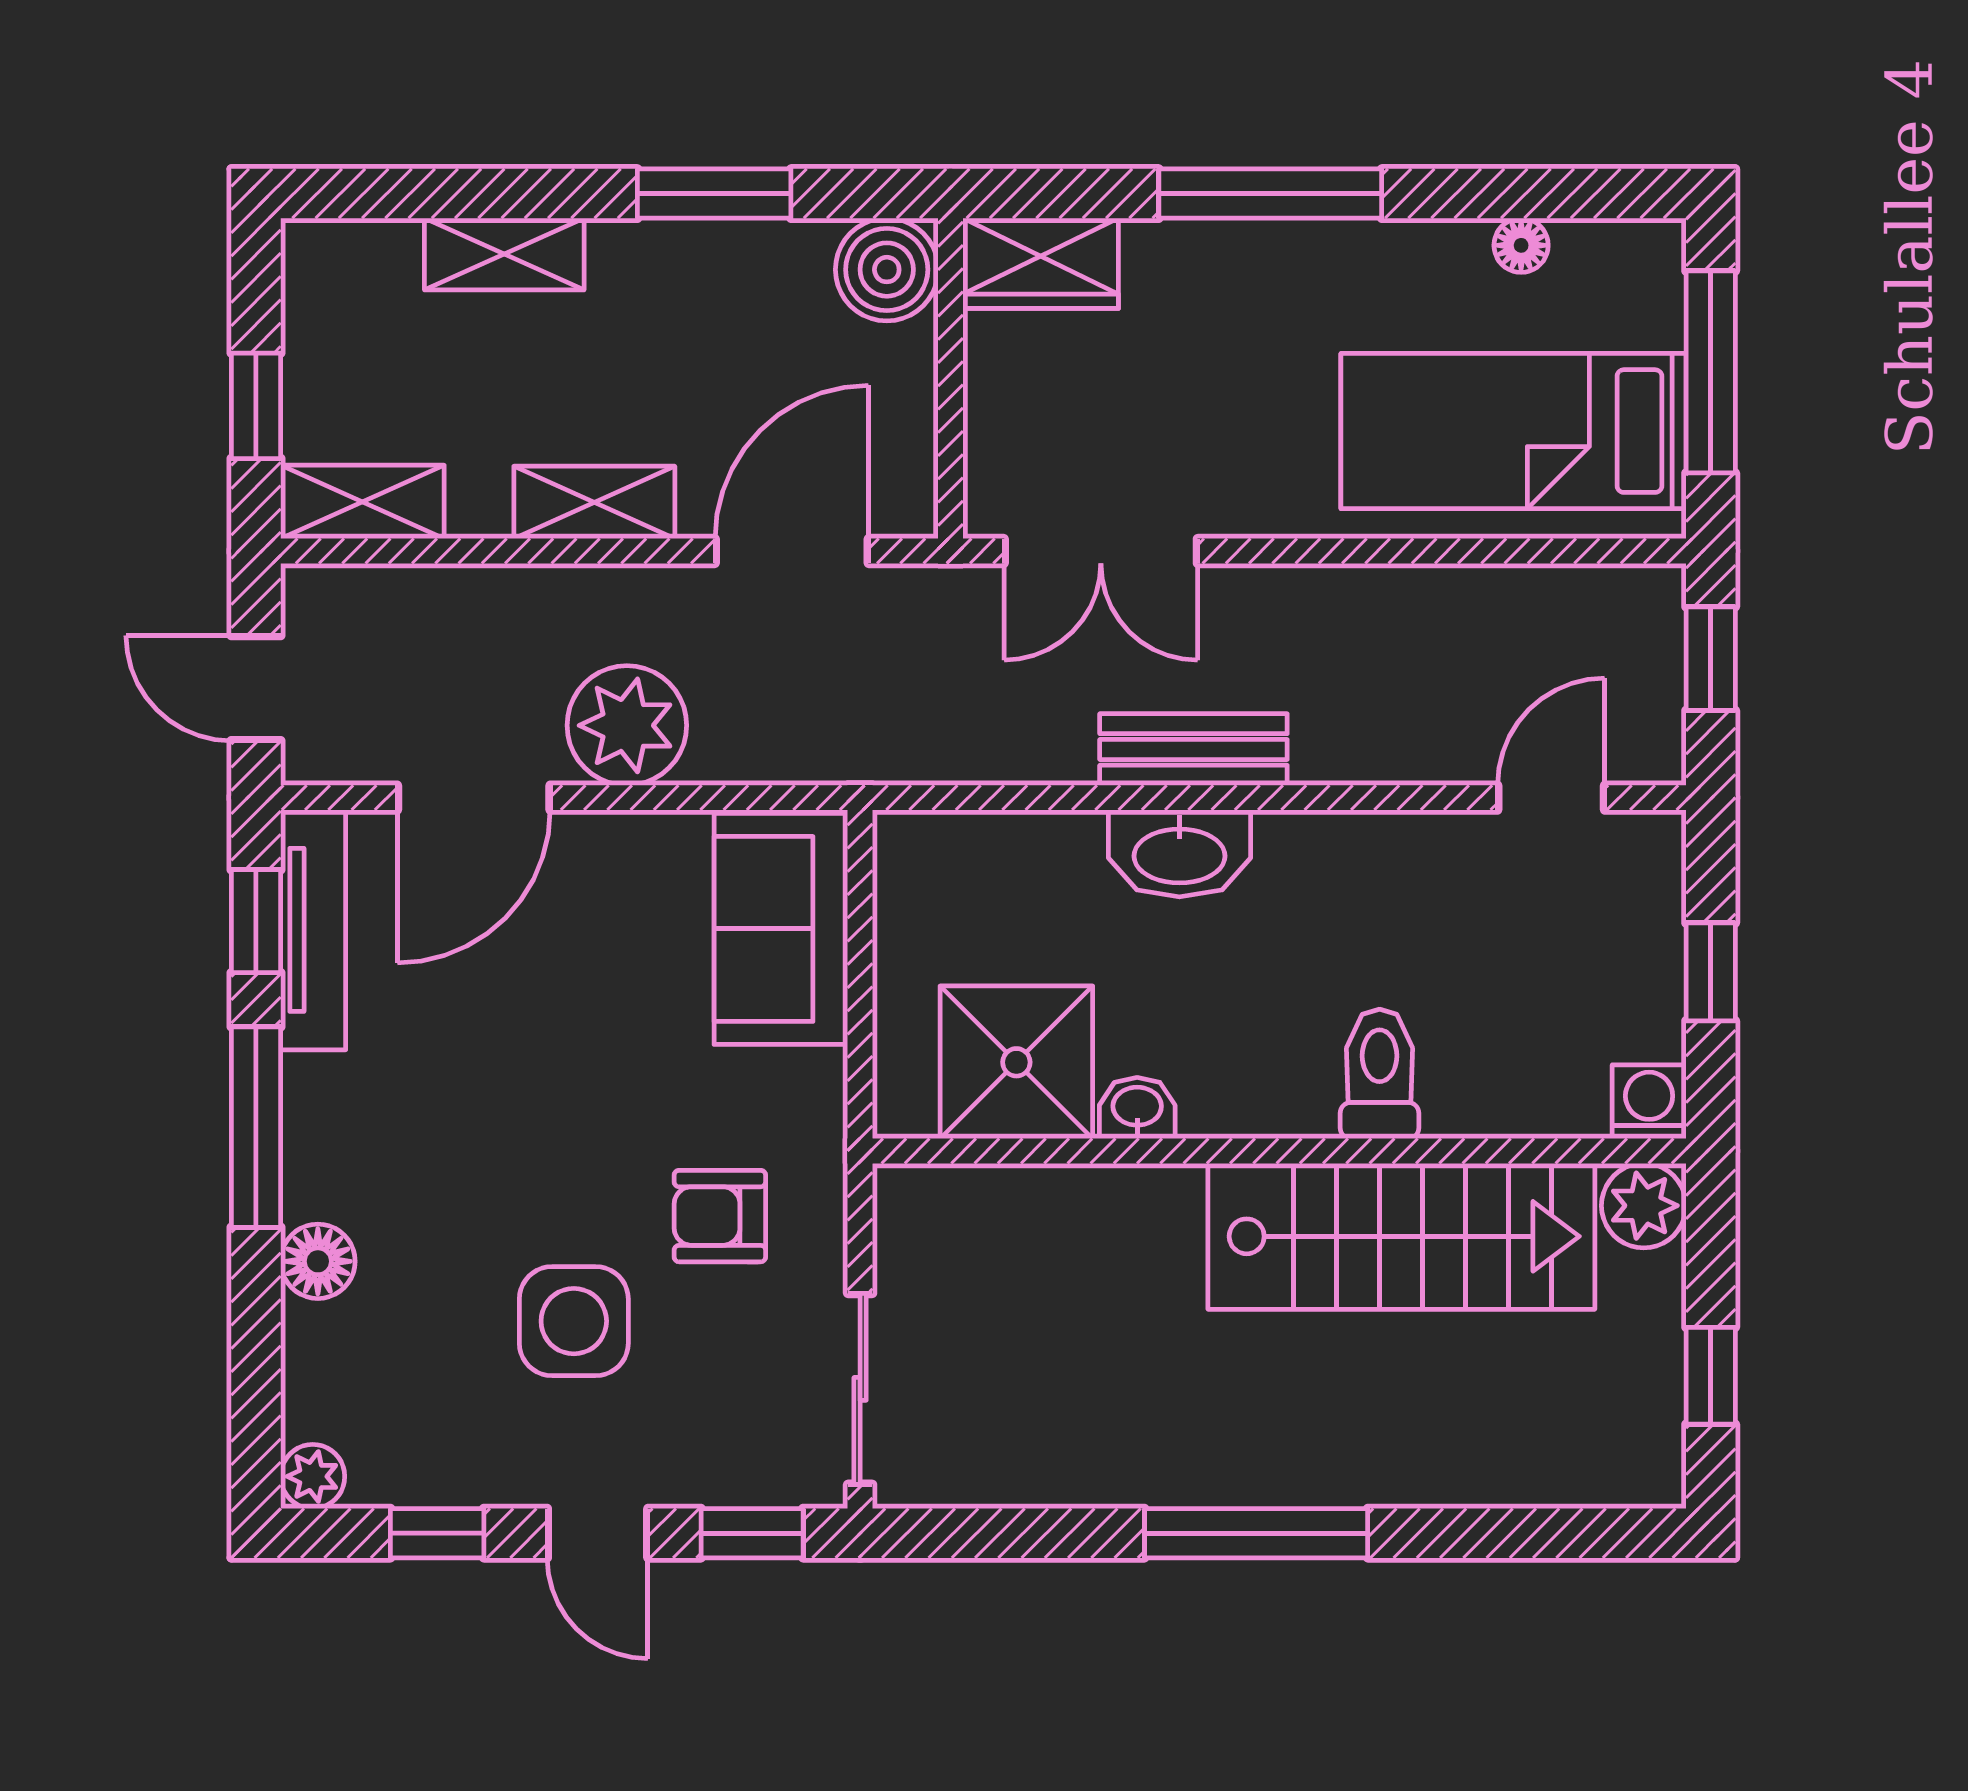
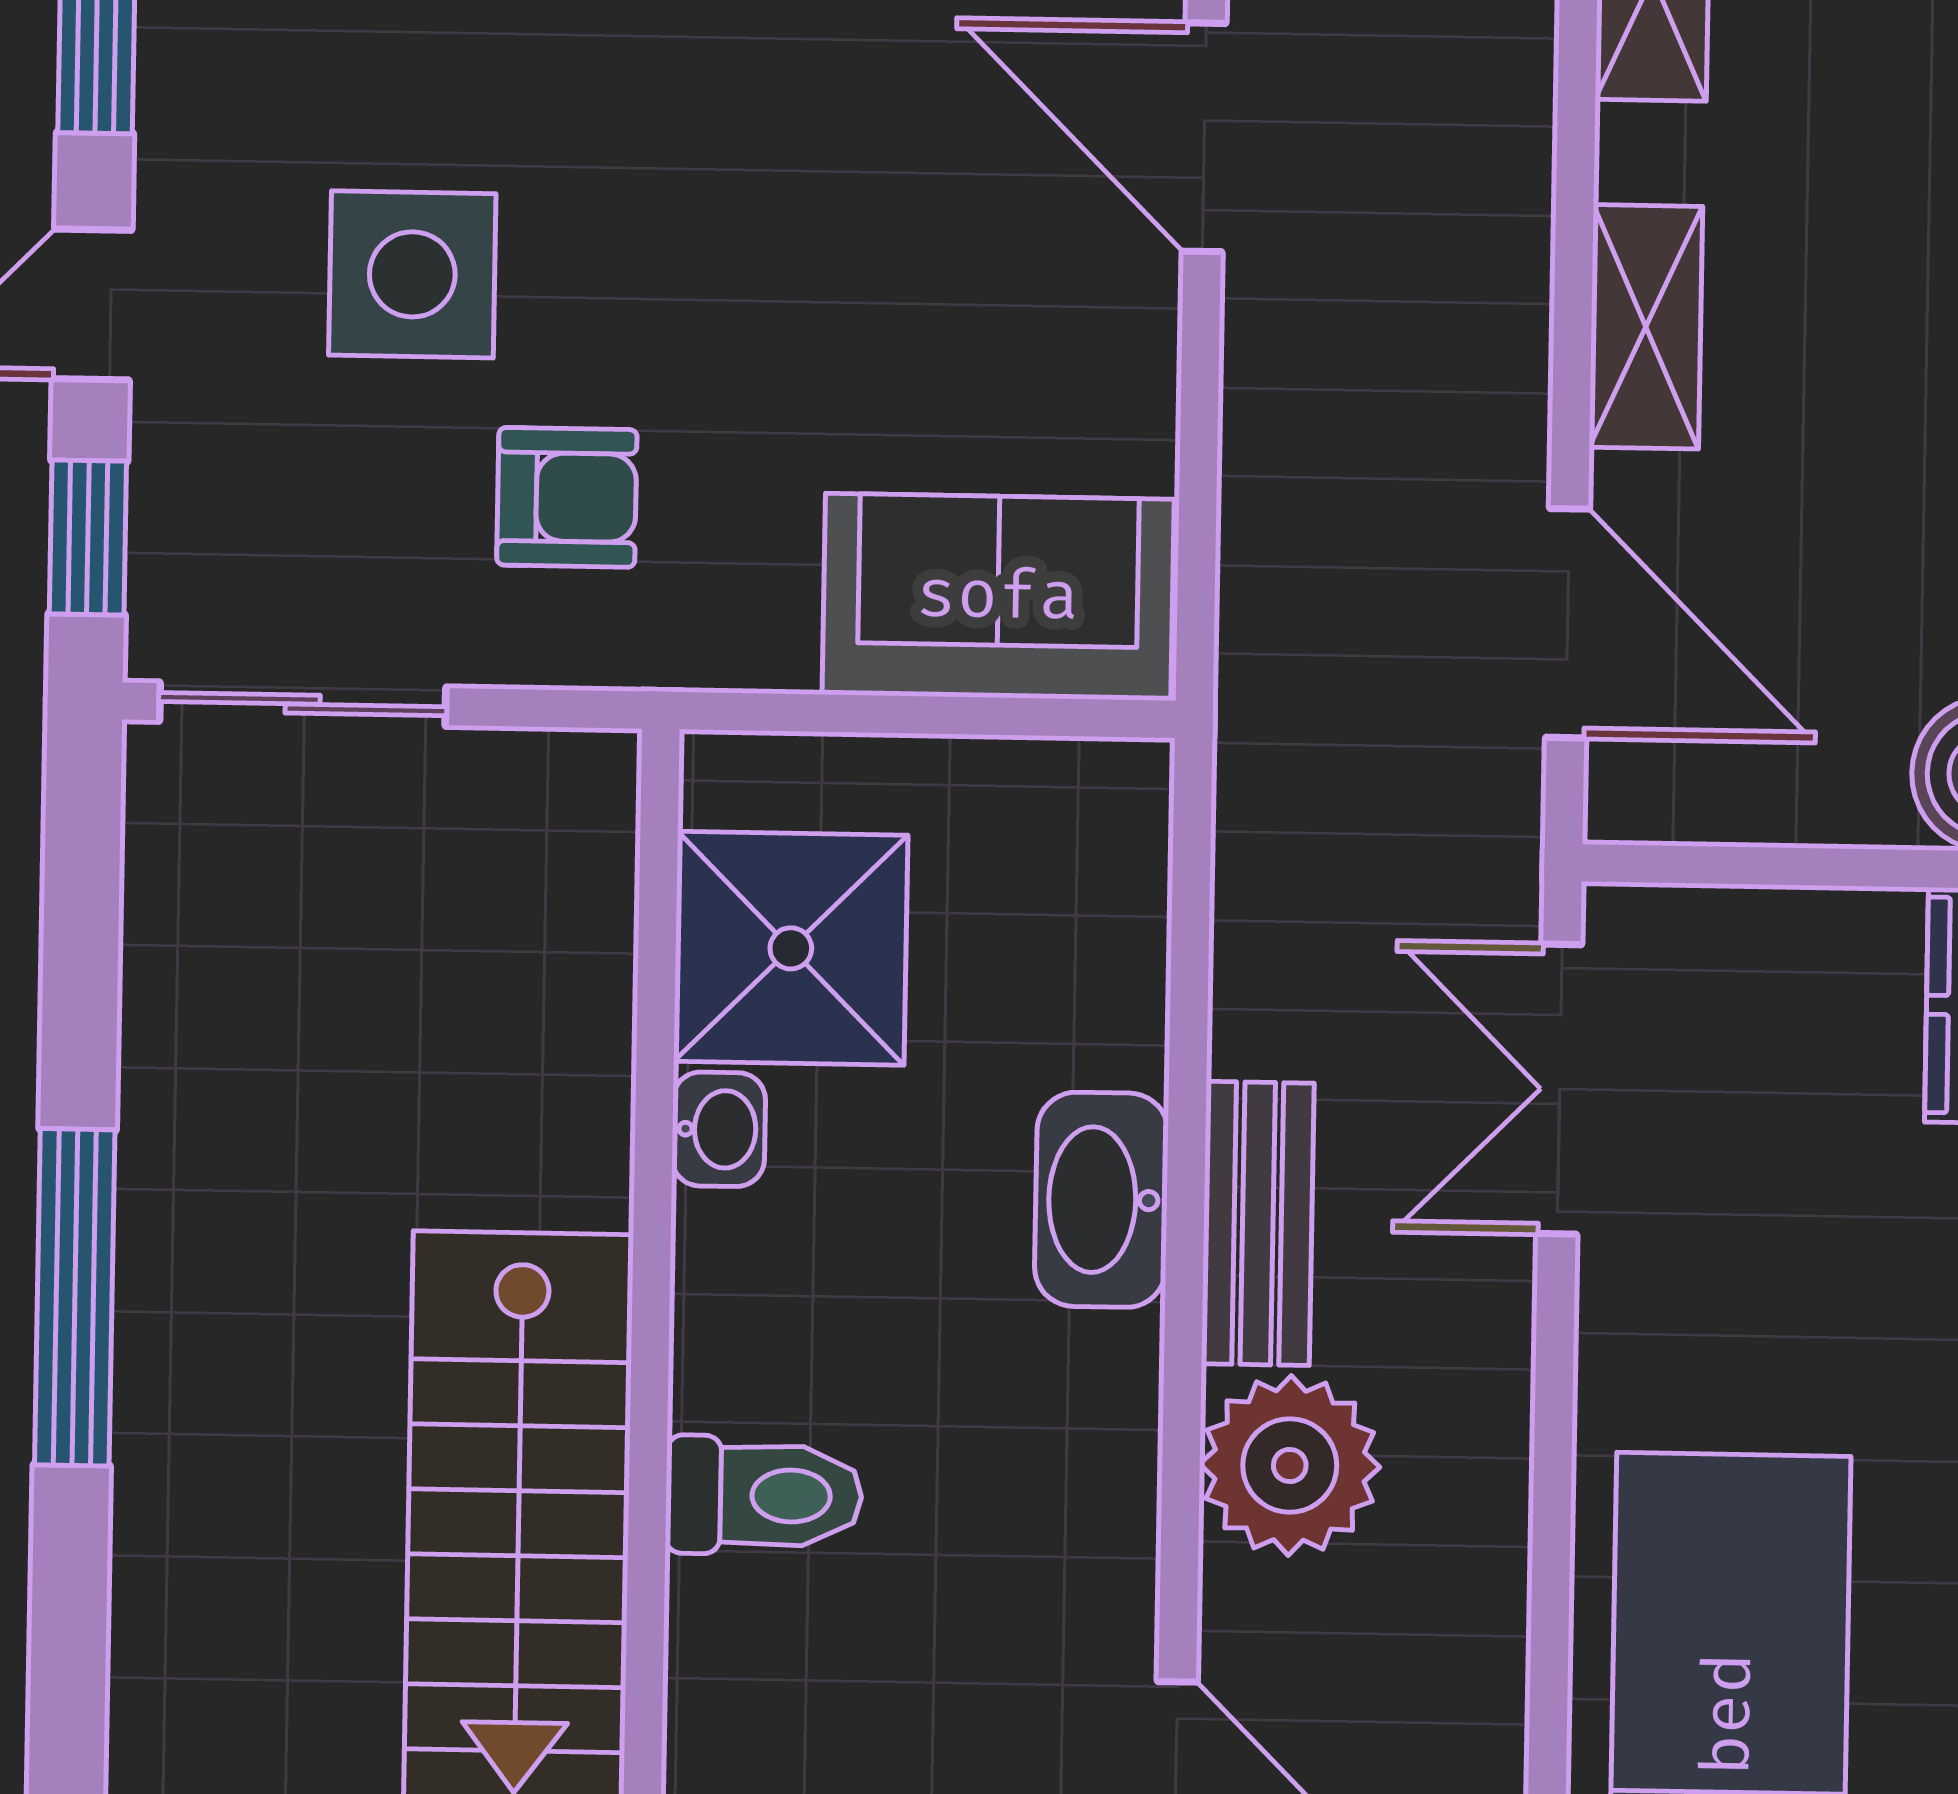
plant: (627, 725) -> (1290, 1466), moved
armchair: (720, 1216) -> (567, 497), turned 90

